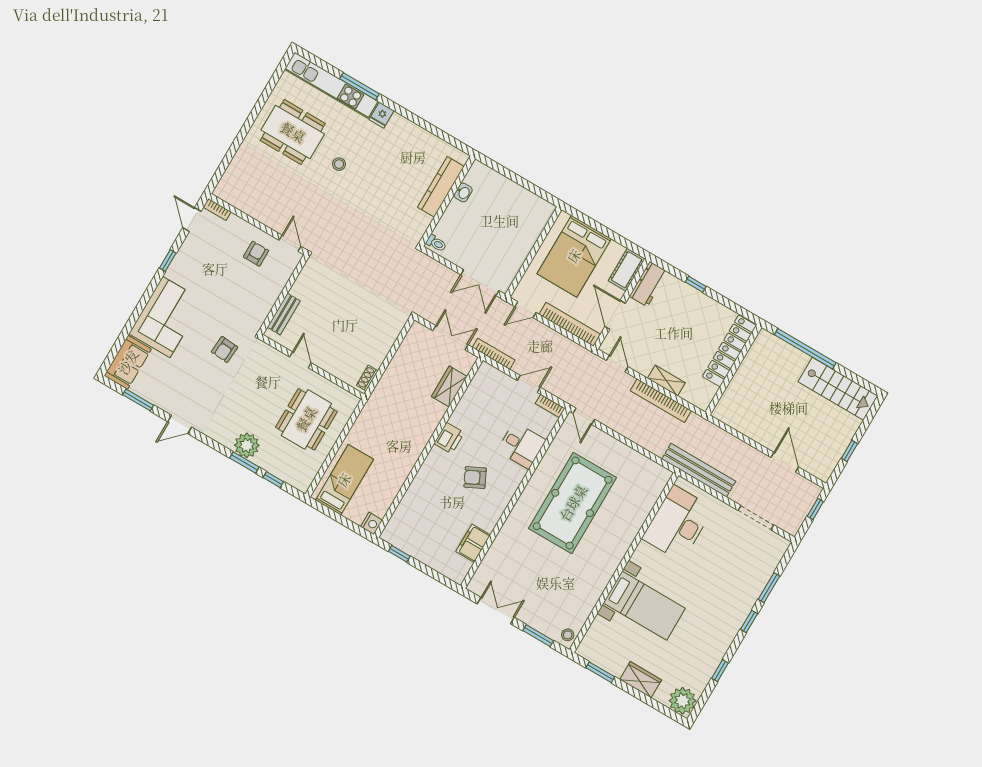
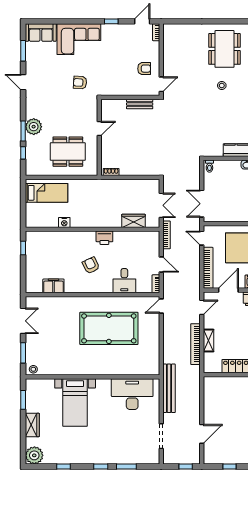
bench: (284, 314) -> (140, 104), moved
nightstand: (372, 523) -> (64, 222), moved

